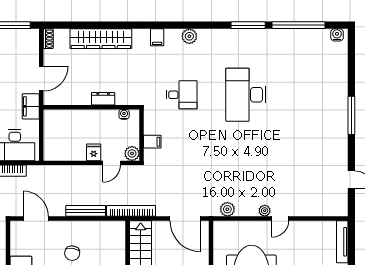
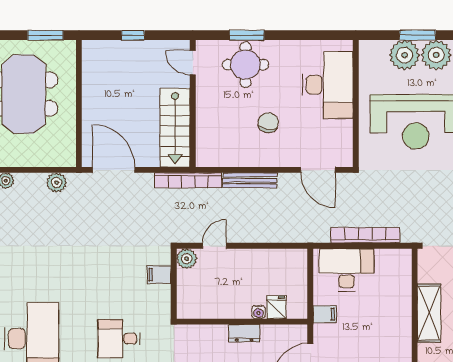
dresser: (103, 99) -> (244, 333), moved
filing cabinet: (31, 106) -> (325, 314), width x0.50
water cooler: (124, 114) -> (258, 312), moved
fridge: (94, 152) -> (276, 307), moved, turned 180

